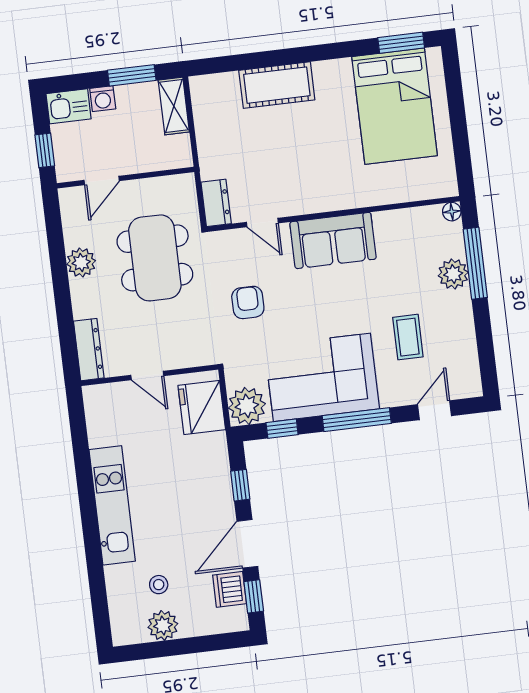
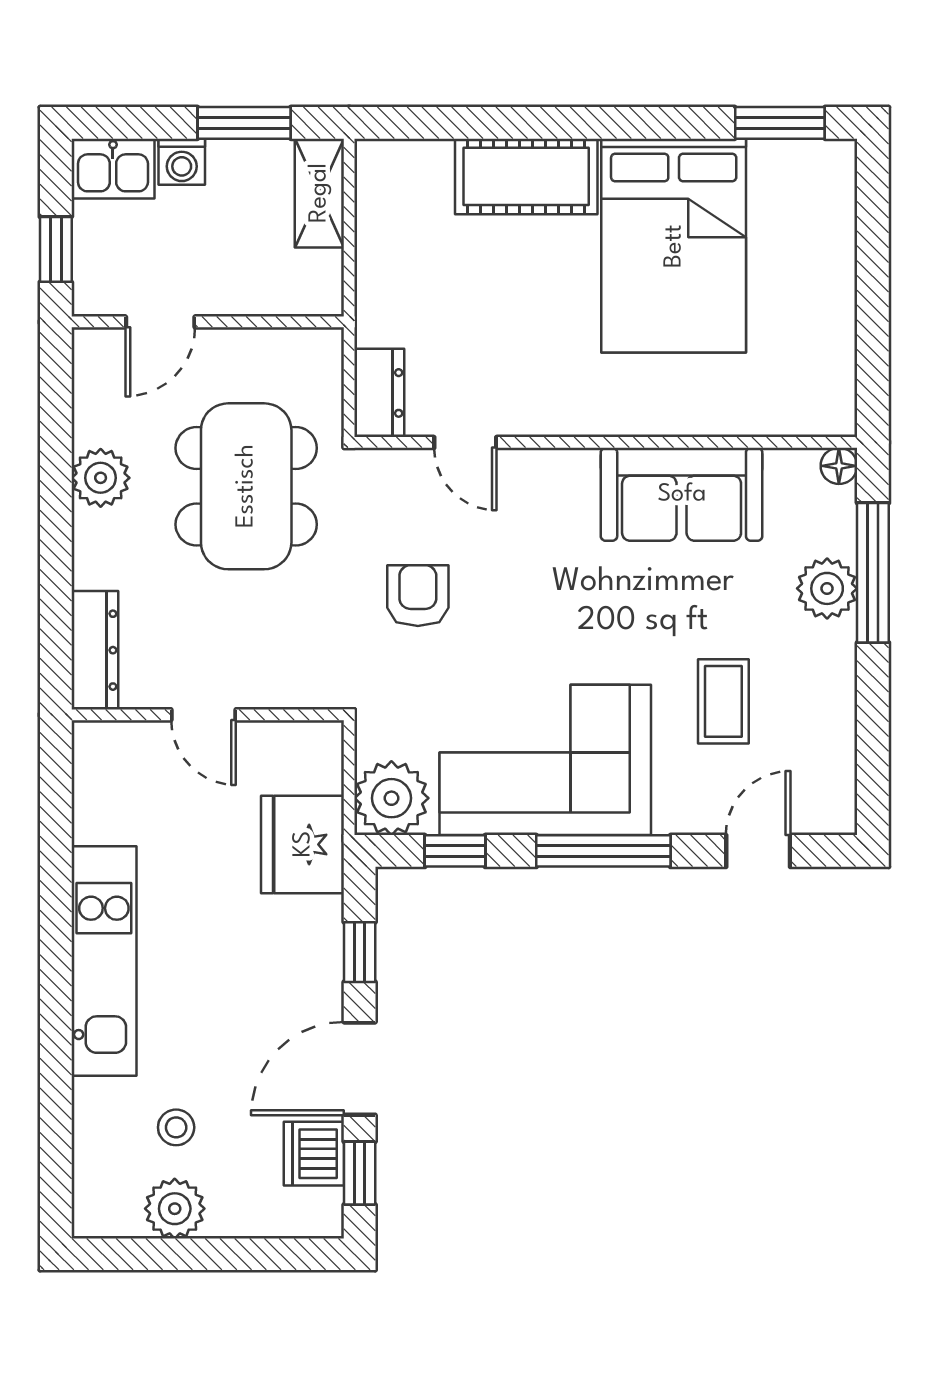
bed: (395, 106) -> (674, 246), moved
sofa: (333, 240) -> (682, 494), moved
fridge: (202, 407) -> (303, 844), moved

